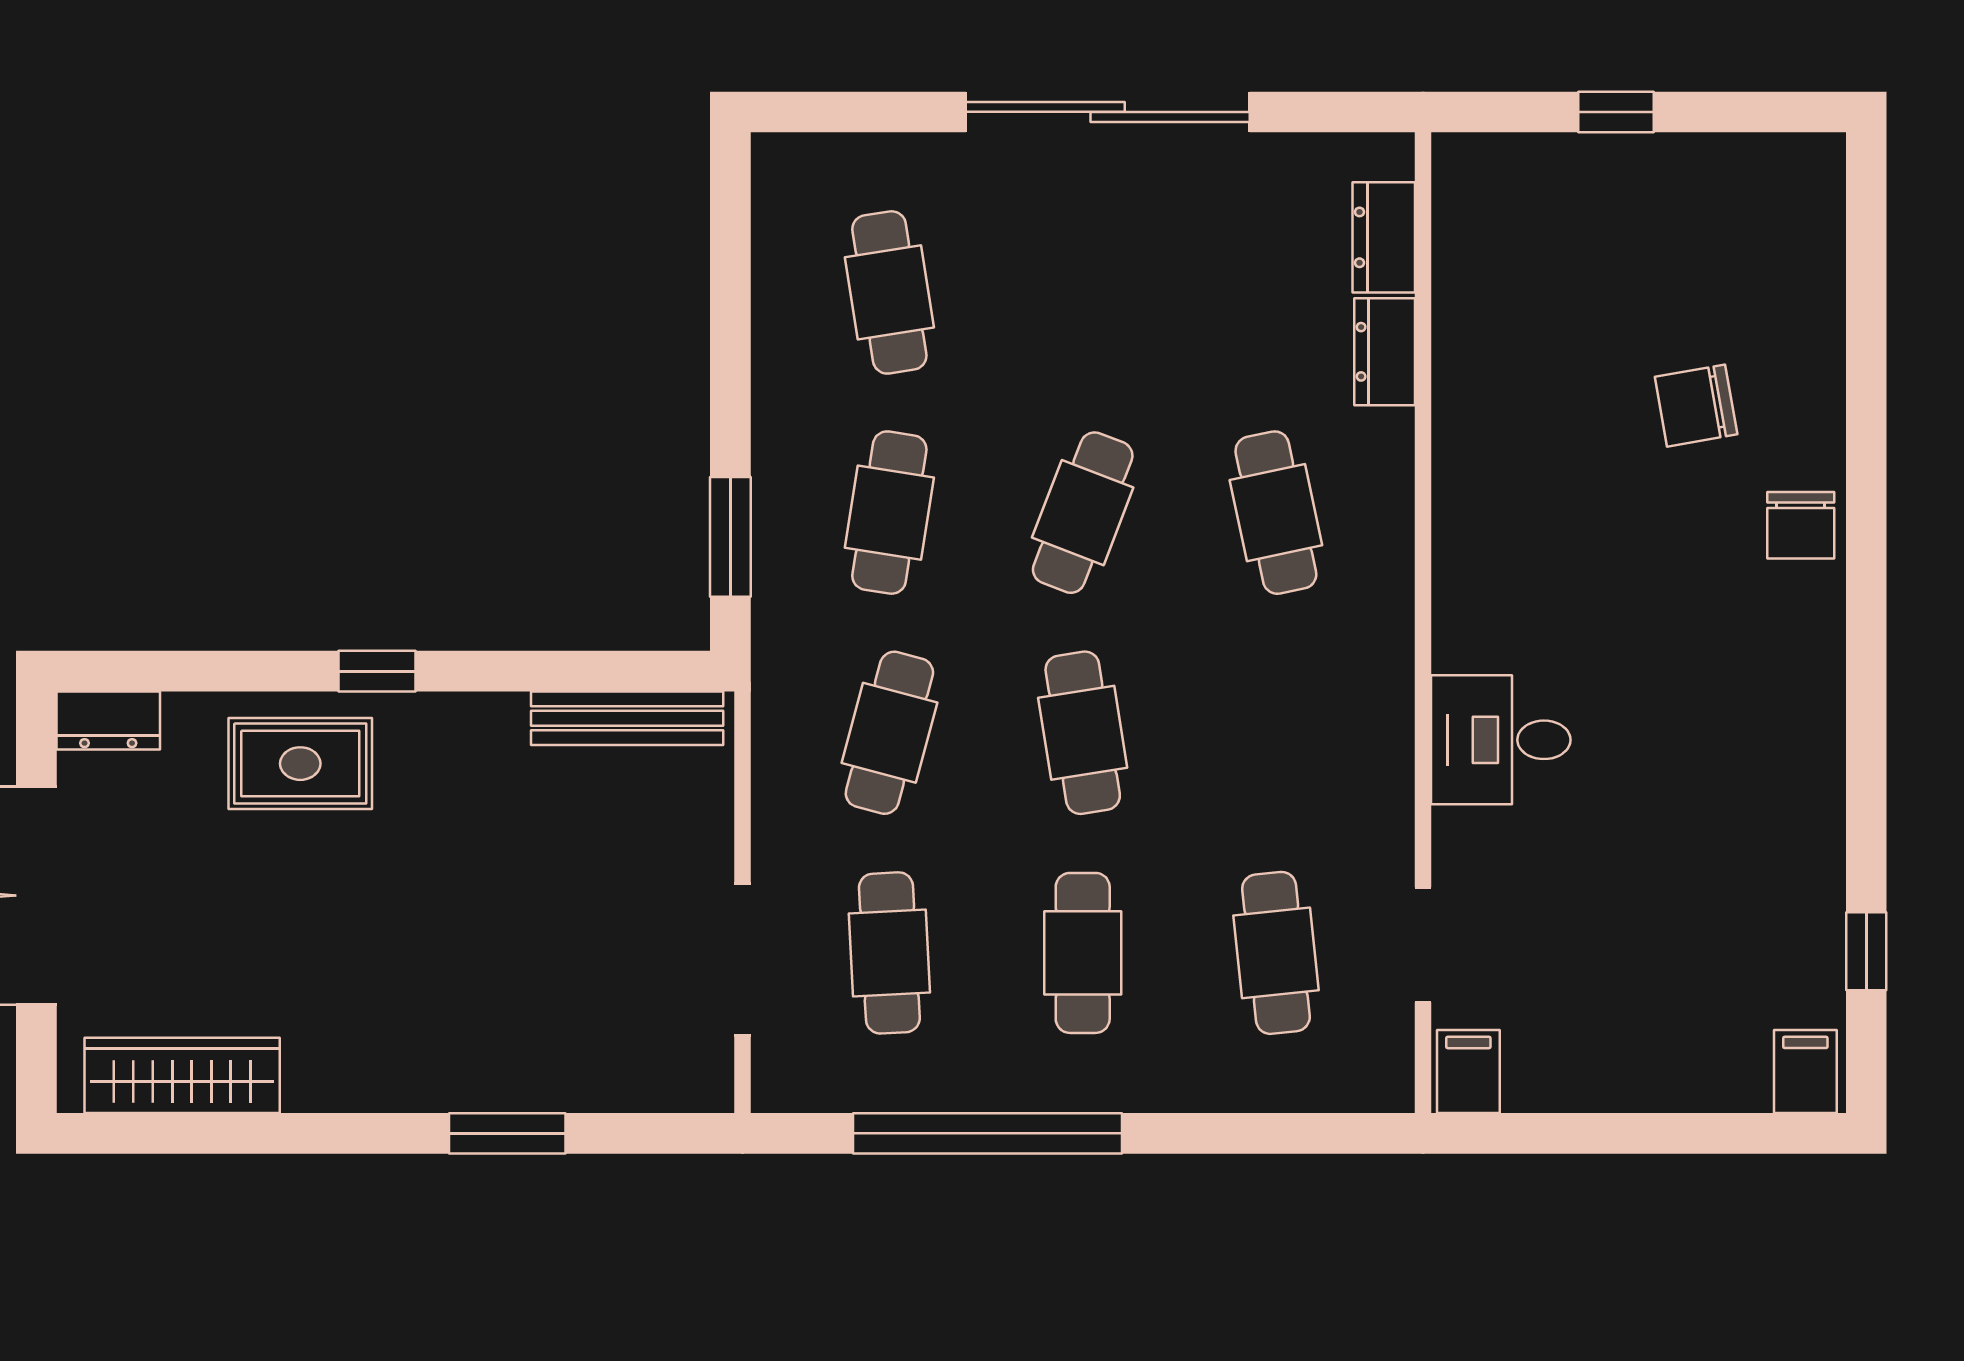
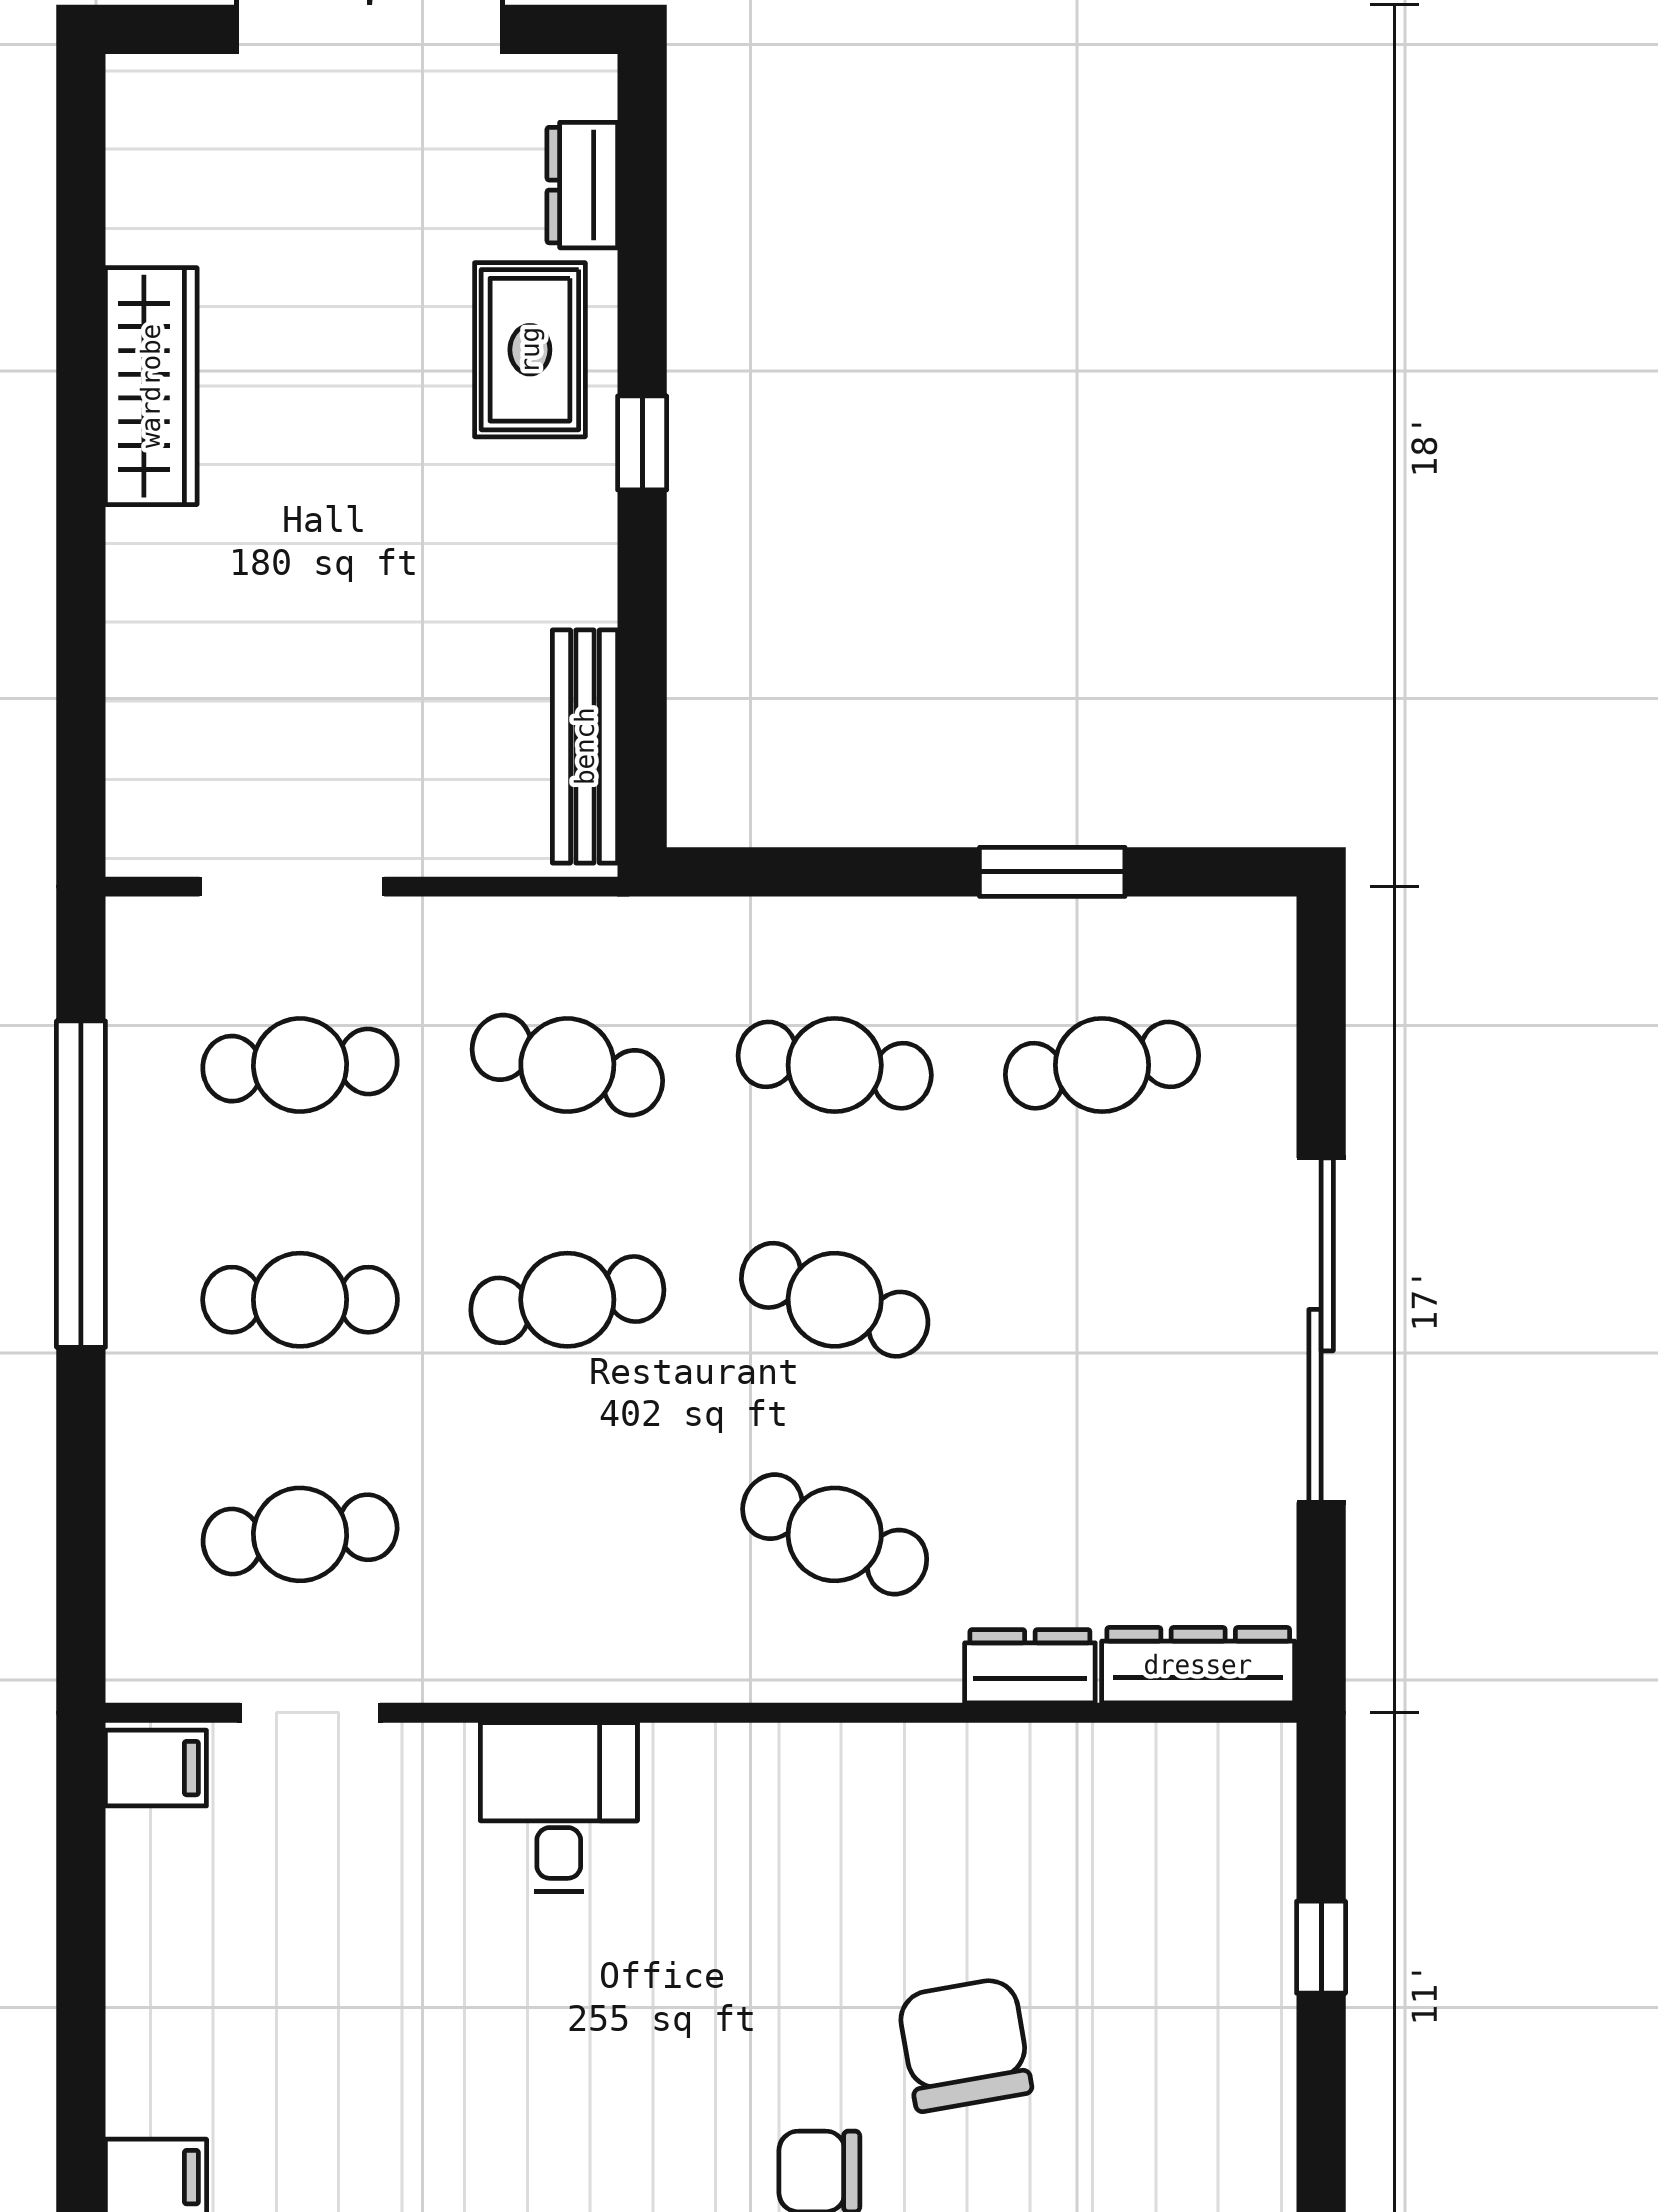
dresser: (1384, 237) -> (1198, 1665), width x1.44
chair: (1696, 406) -> (965, 2044), width x1.37, depth x1.37
cafe table: (1276, 513) -> (835, 1534), turned 36
window: (730, 537) -> (1052, 872), moved
dresser: (108, 720) -> (582, 185), moved
wardrobe: (182, 1075) -> (151, 386), moved
window: (507, 1133) -> (81, 601), removed

